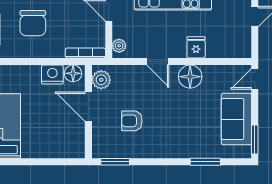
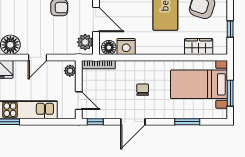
chair: (33, 23) -> (143, 90), width x0.54, depth x0.54
door: (158, 61) -> (38, 57), swing flipped

